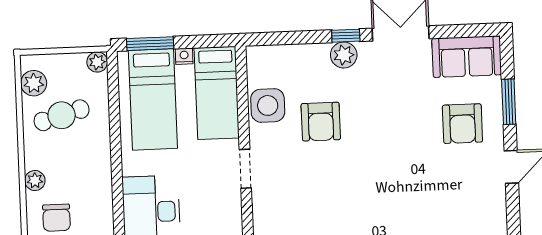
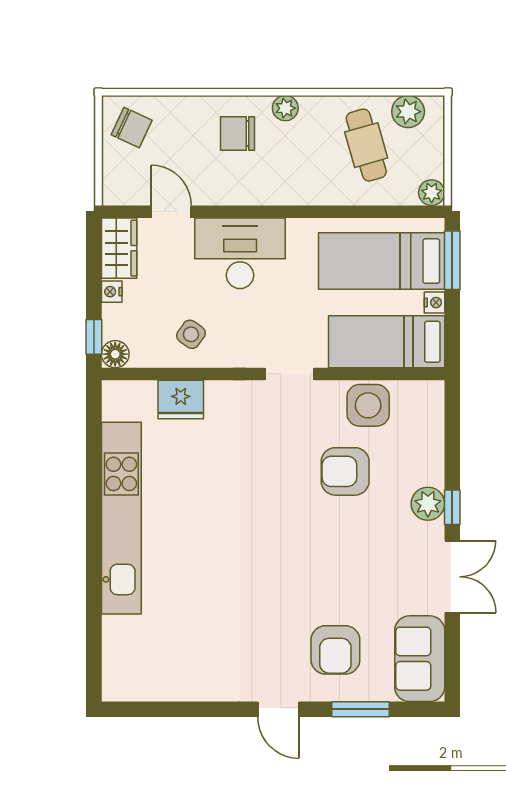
armchair: (462, 124) -> (335, 650), turned -90

